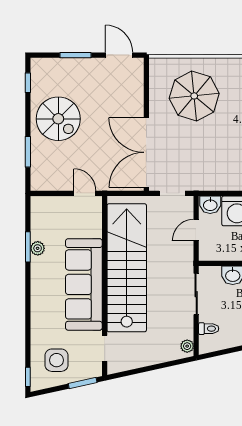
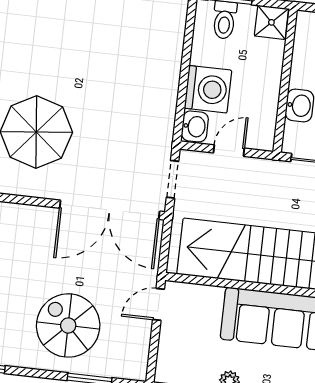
spiral stairs: (58, 119) -> (68, 325), moved, turned -90
door: (196, 230) -> (229, 151), swing flipped

